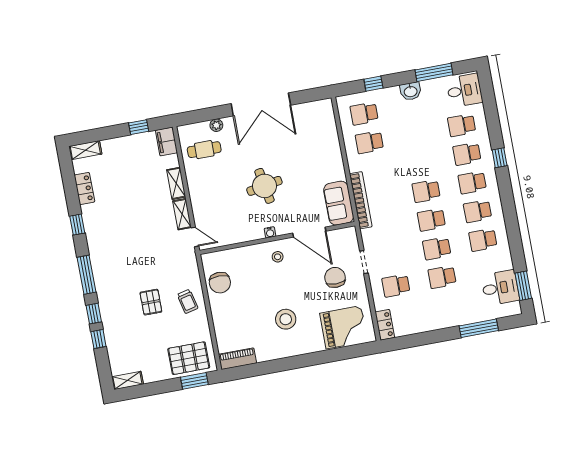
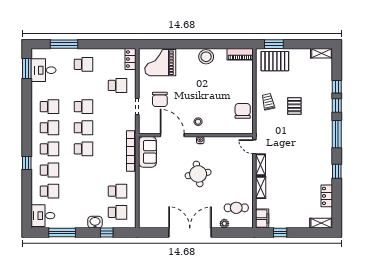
washbasin: (411, 91) -> (95, 222), moved
school desk: (442, 277) -> (84, 64), moved
stool: (286, 319) -> (206, 57), moved

